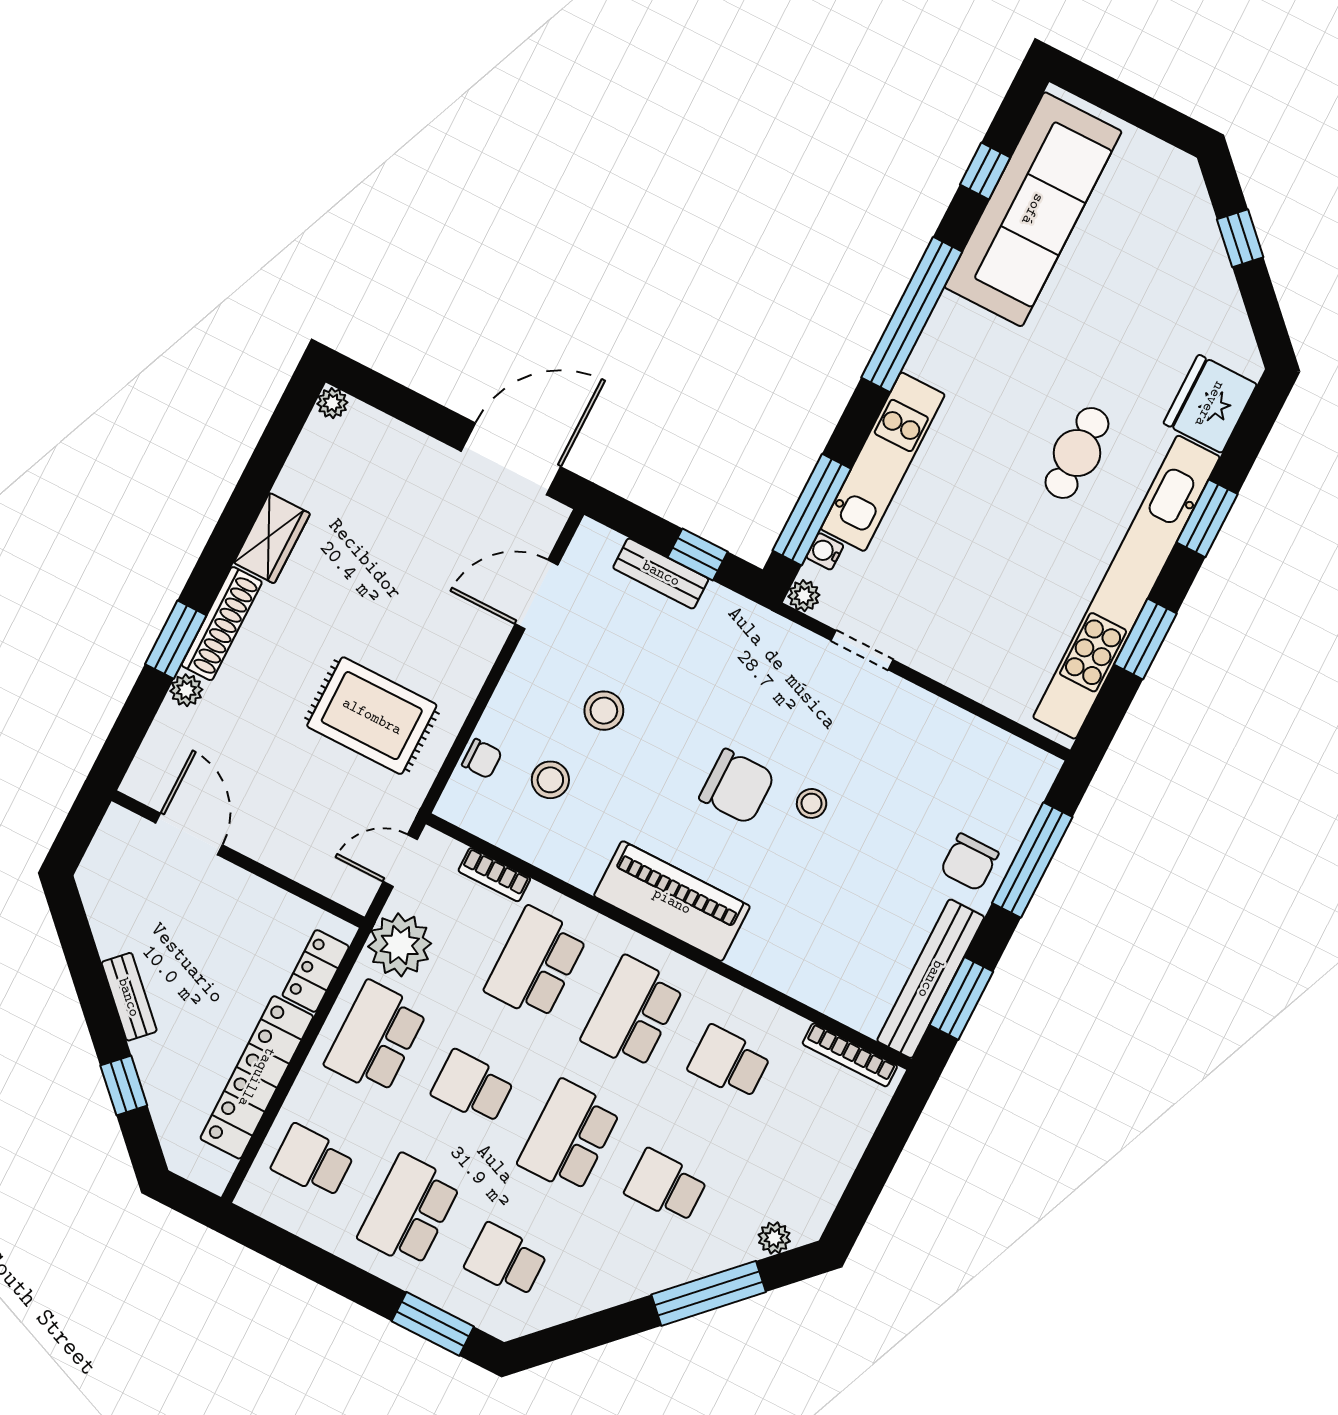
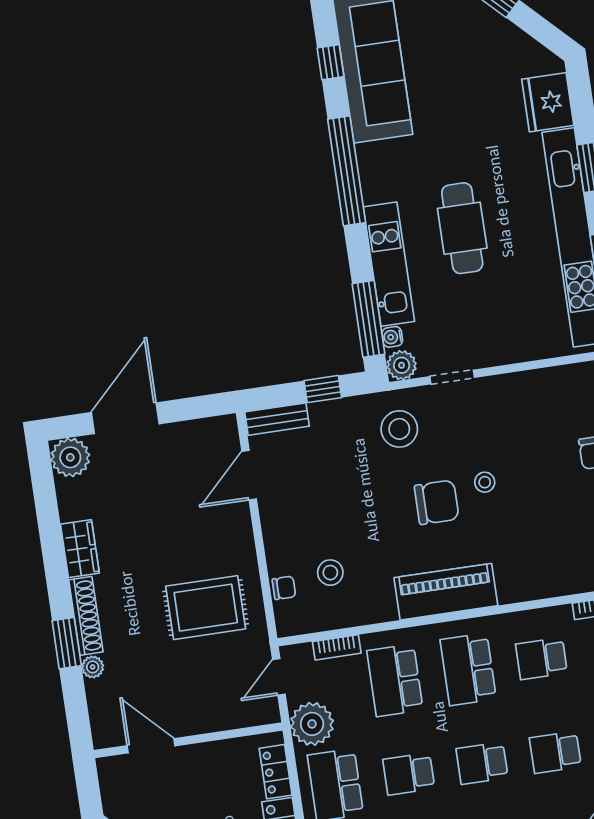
plant: (332, 403) -> (70, 457), width x1.88, depth x1.88
cafe table: (1077, 453) -> (462, 228), moved, width x1.37, depth x1.35
door: (511, 459) -> (125, 418), moved
bench: (661, 573) -> (277, 419), moved
plant: (804, 596) -> (402, 365), width x1.38, depth x1.38
stool: (604, 711) -> (399, 429), moved, width x1.38, depth x1.38
school desk: (569, 1136) -> (482, 763), width x0.54

